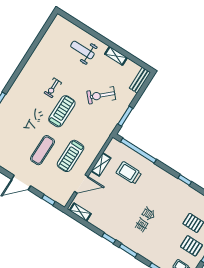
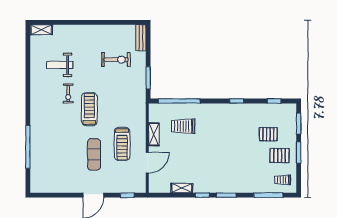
weight bench: (82, 50) -> (60, 65), moved
shelving: (116, 56) -> (41, 30), moved
exercise bike: (101, 95) -> (116, 60), moved, turned -138
shelving: (80, 212) -> (182, 188), moved

